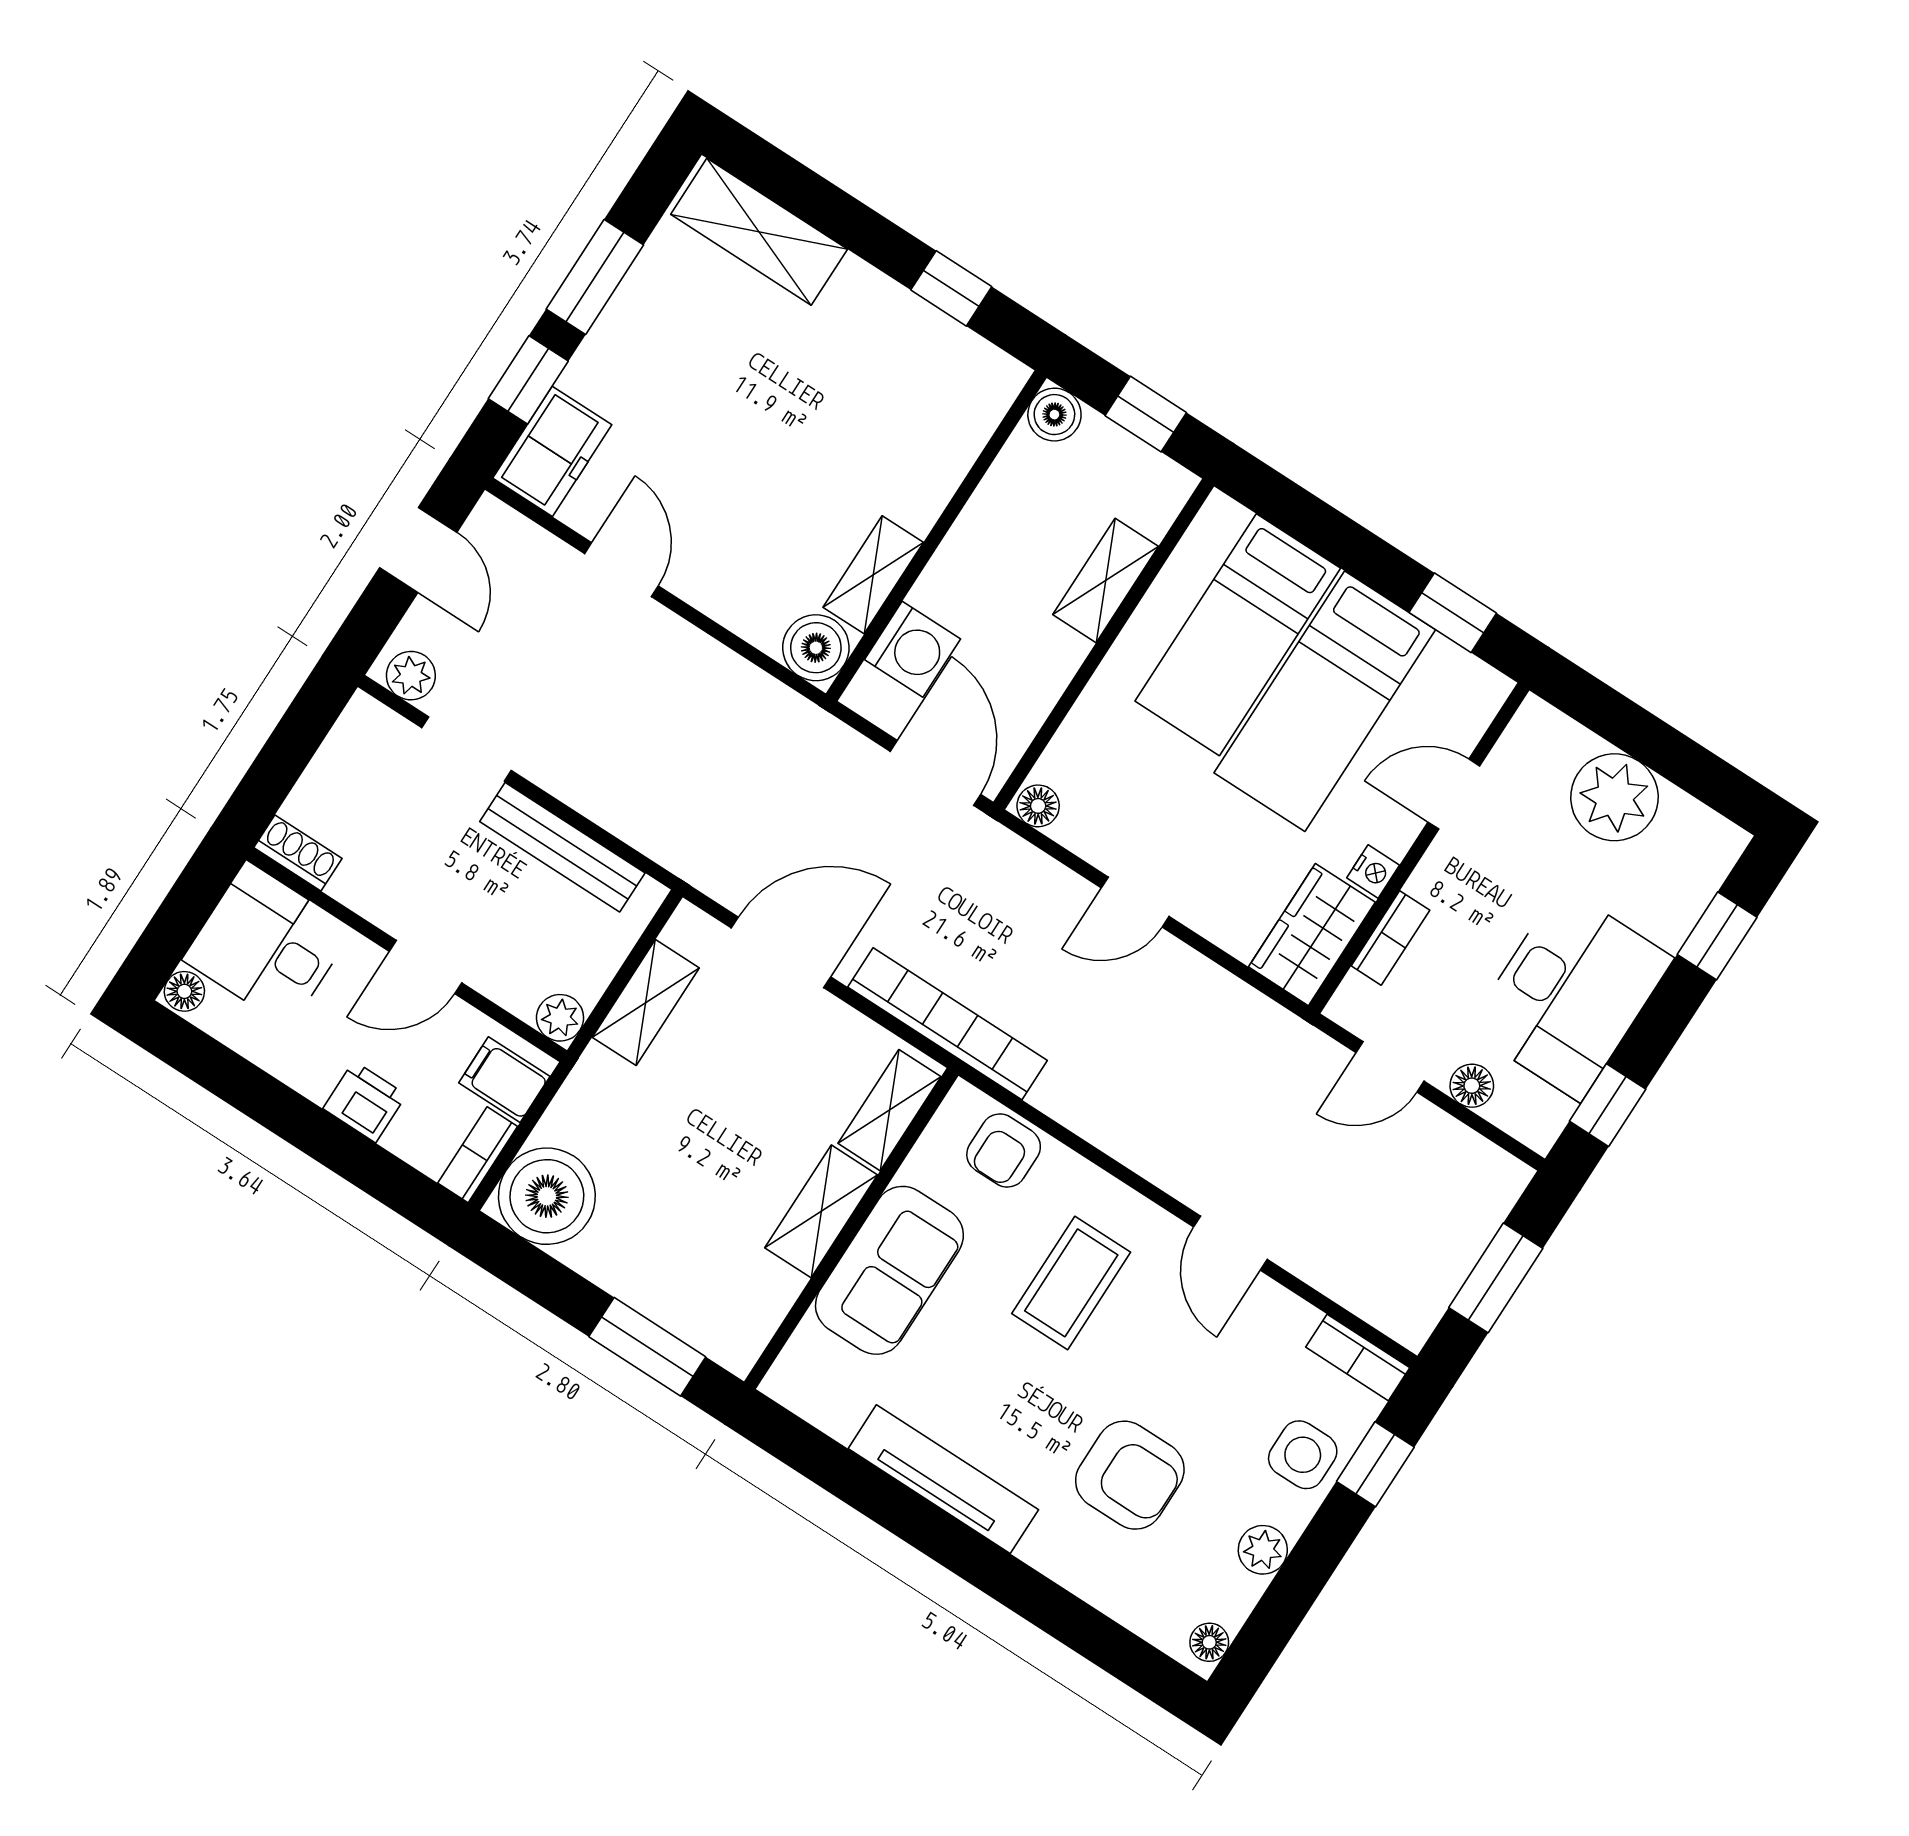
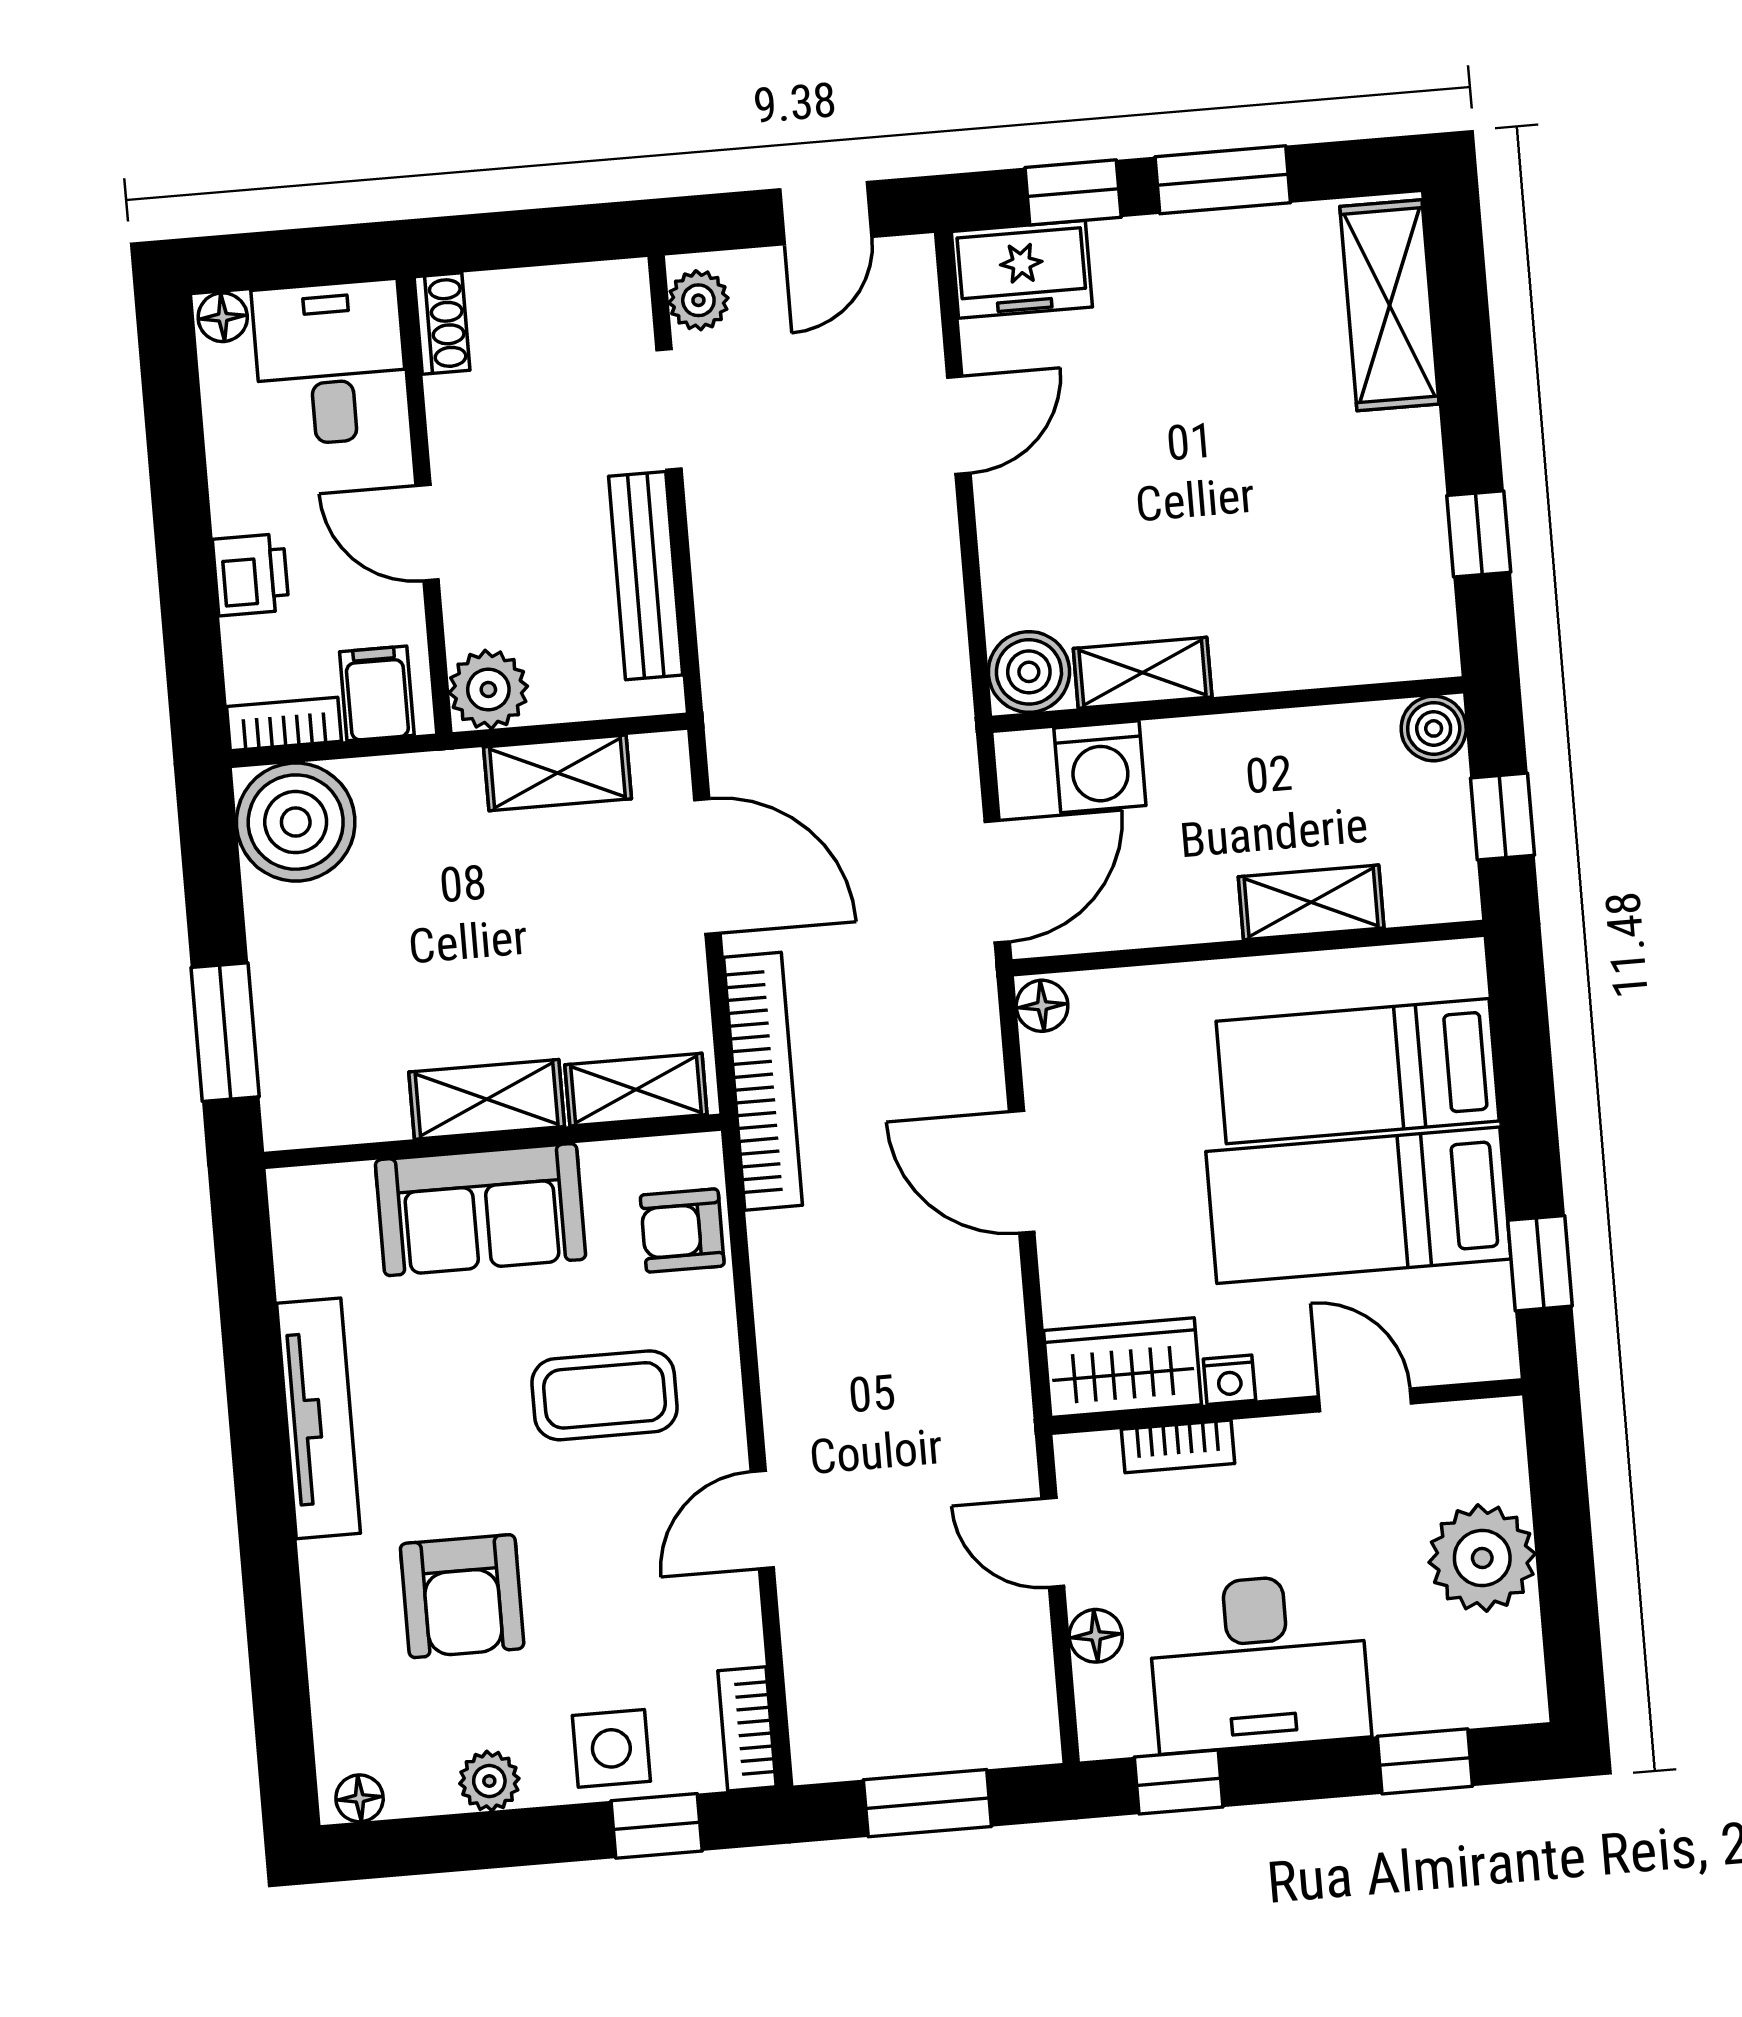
door: (1135, 902) -> (1022, 1172), width x1.38
plant: (560, 1018) -> (488, 690), width x1.38, depth x1.38

